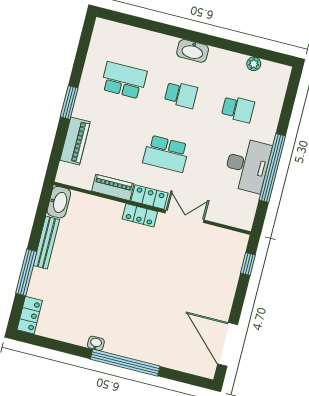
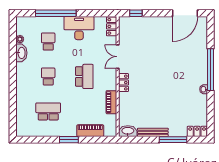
washbasin: (193, 51) -> (21, 53), moved
school desk: (124, 80) -> (48, 111), turned 90
window: (272, 168) -> (56, 13), moved
locker: (150, 197) -> (112, 26), moved

